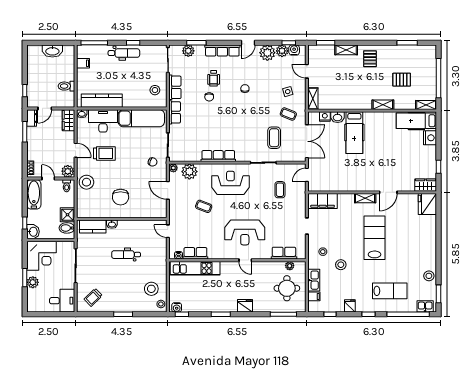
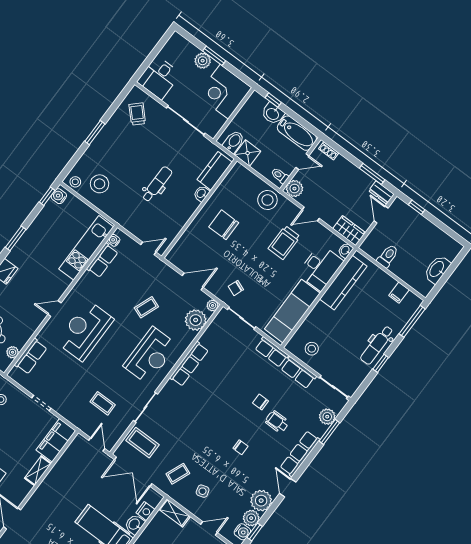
coffee table: (274, 138) -> (143, 443), moved
shelving: (365, 198) -> (38, 471), moved
washbasin: (33, 232) -> (273, 114), moved

